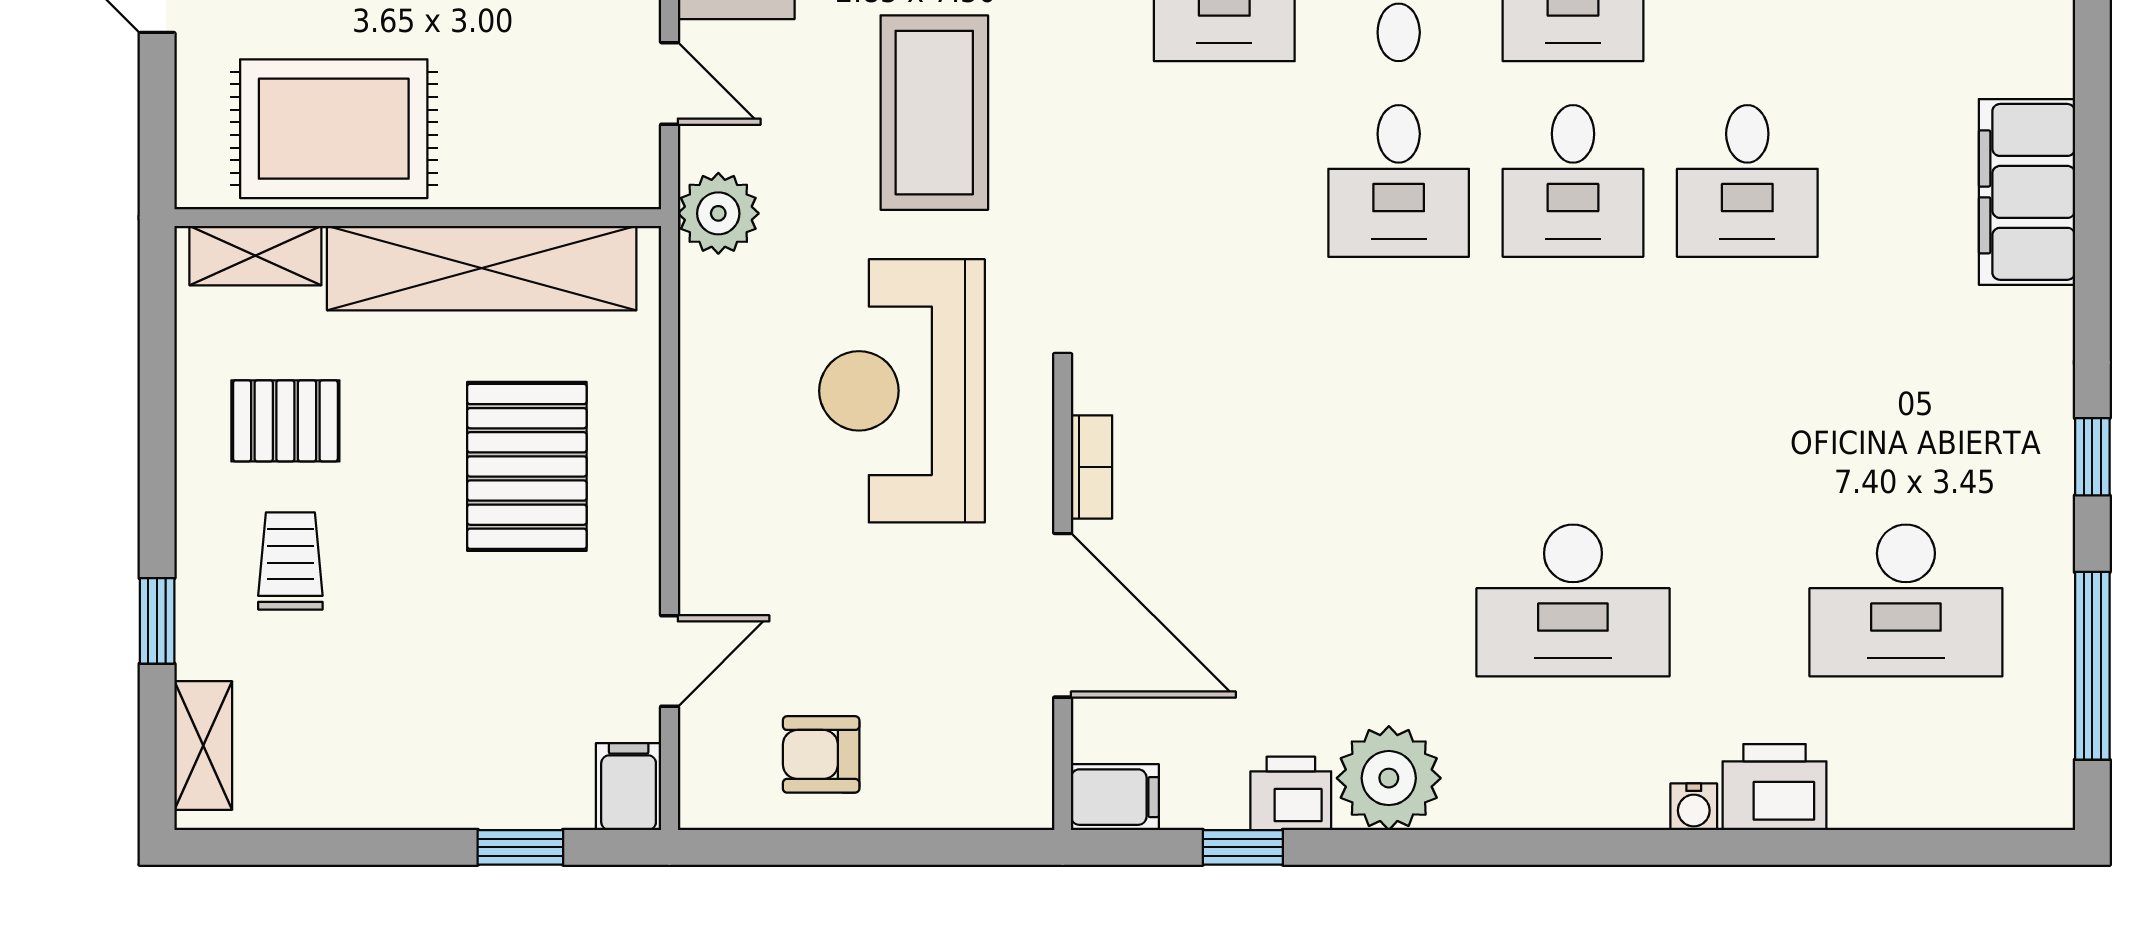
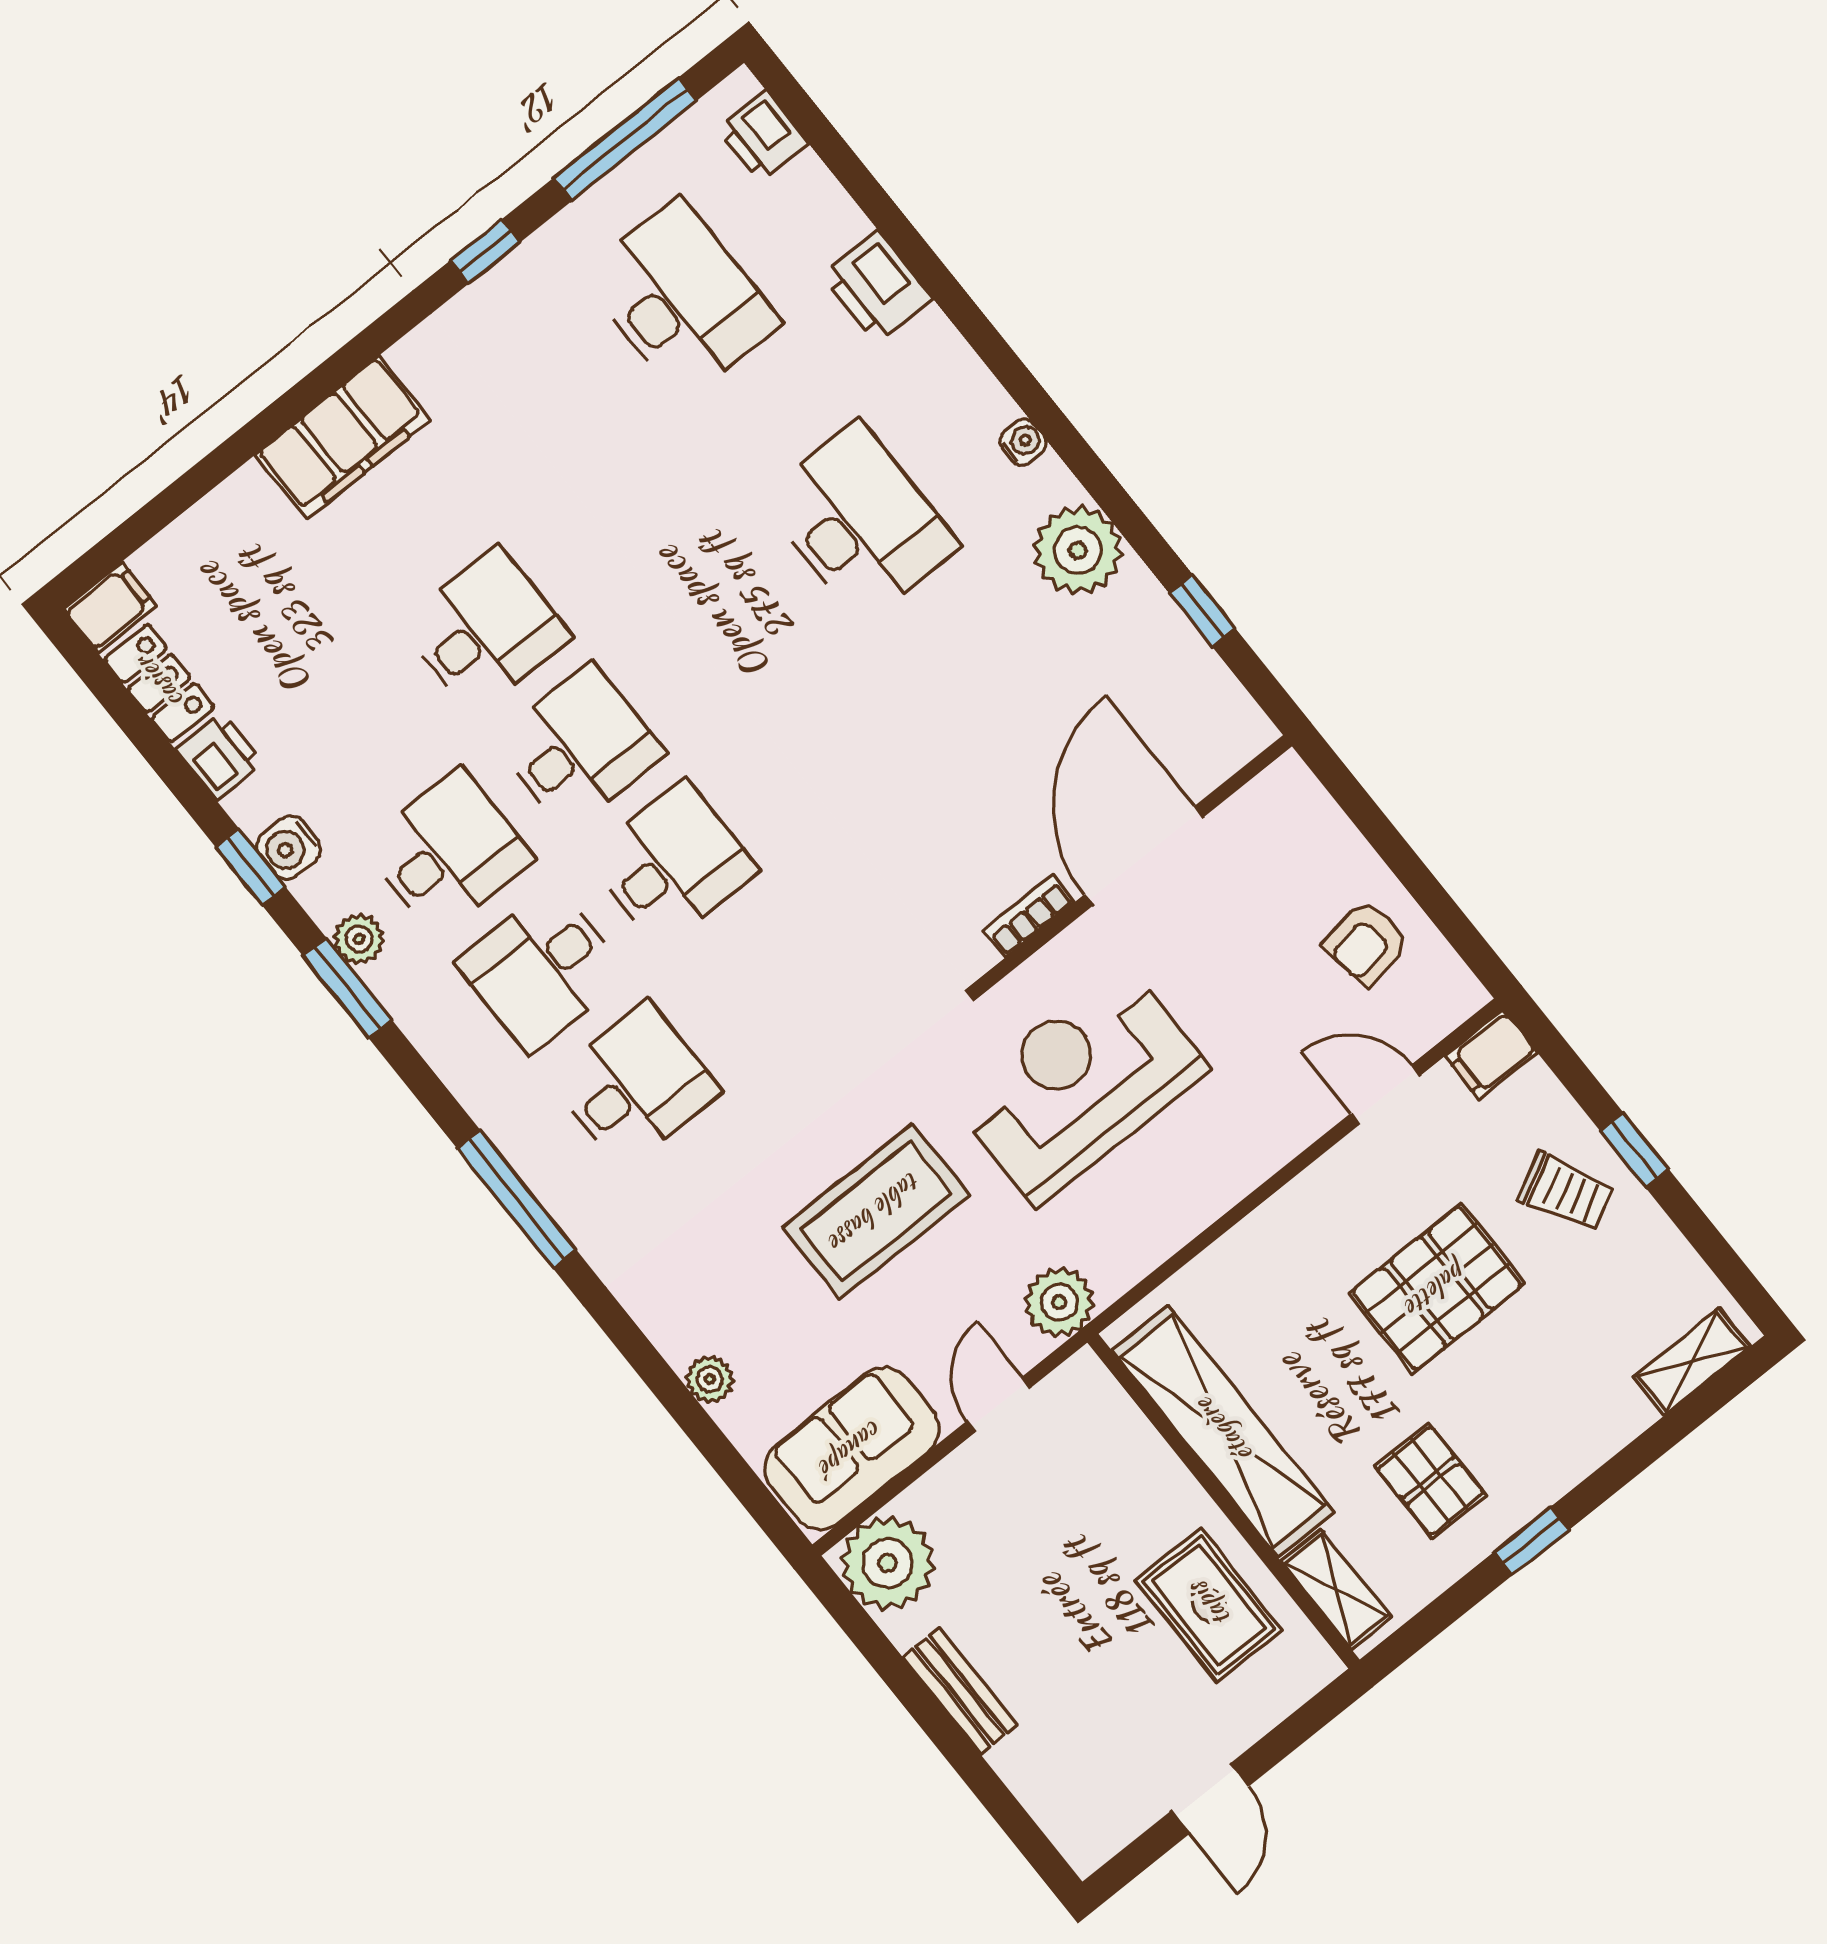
rug: (334, 129) -> (1209, 1605), width x0.73, depth x0.70
reception desk: (902, 391) -> (1080, 1084), turned 180
pallet: (527, 466) -> (1437, 1289), moved
trolley: (290, 561) -> (1566, 1192), moved, turned -118
window: (157, 621) -> (1531, 1541), moved
armchair: (821, 754) -> (1367, 943), turned 81
printer: (1291, 793) -> (763, 136), moved
filing cabinet: (1115, 797) -> (1237, 723), removed
water cooler: (1694, 807) -> (1023, 442), moved
window: (520, 847) -> (1635, 1150), moved

